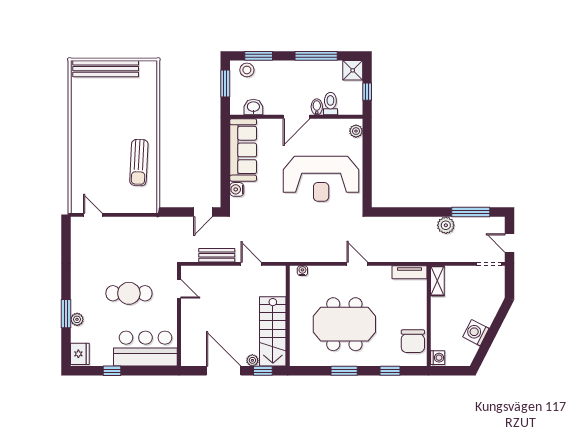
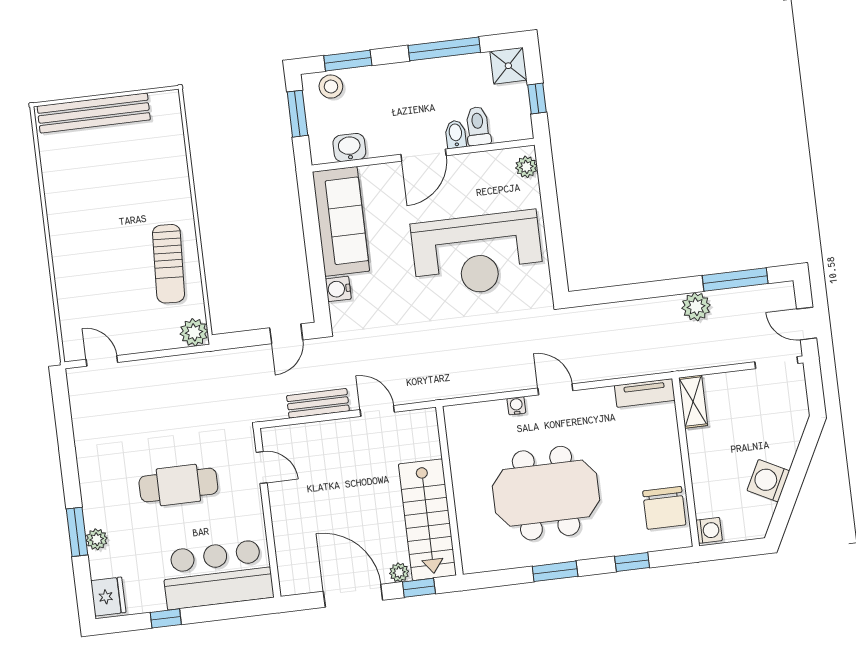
plant: (149, 205) -> (194, 332), added
water cooler: (302, 271) -> (516, 406), moved

